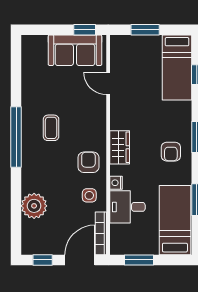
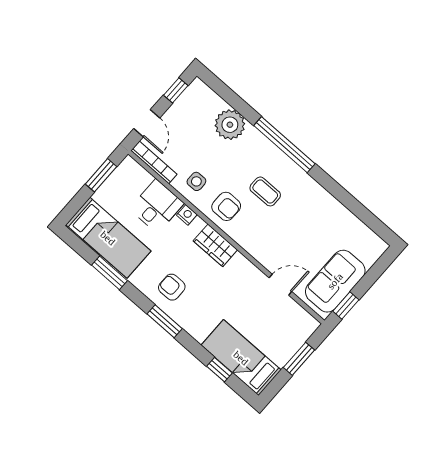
coffee table: (51, 128) -> (265, 191), moved
window: (16, 137) -> (284, 145), moved
door: (80, 260) -> (147, 123), width x0.73

